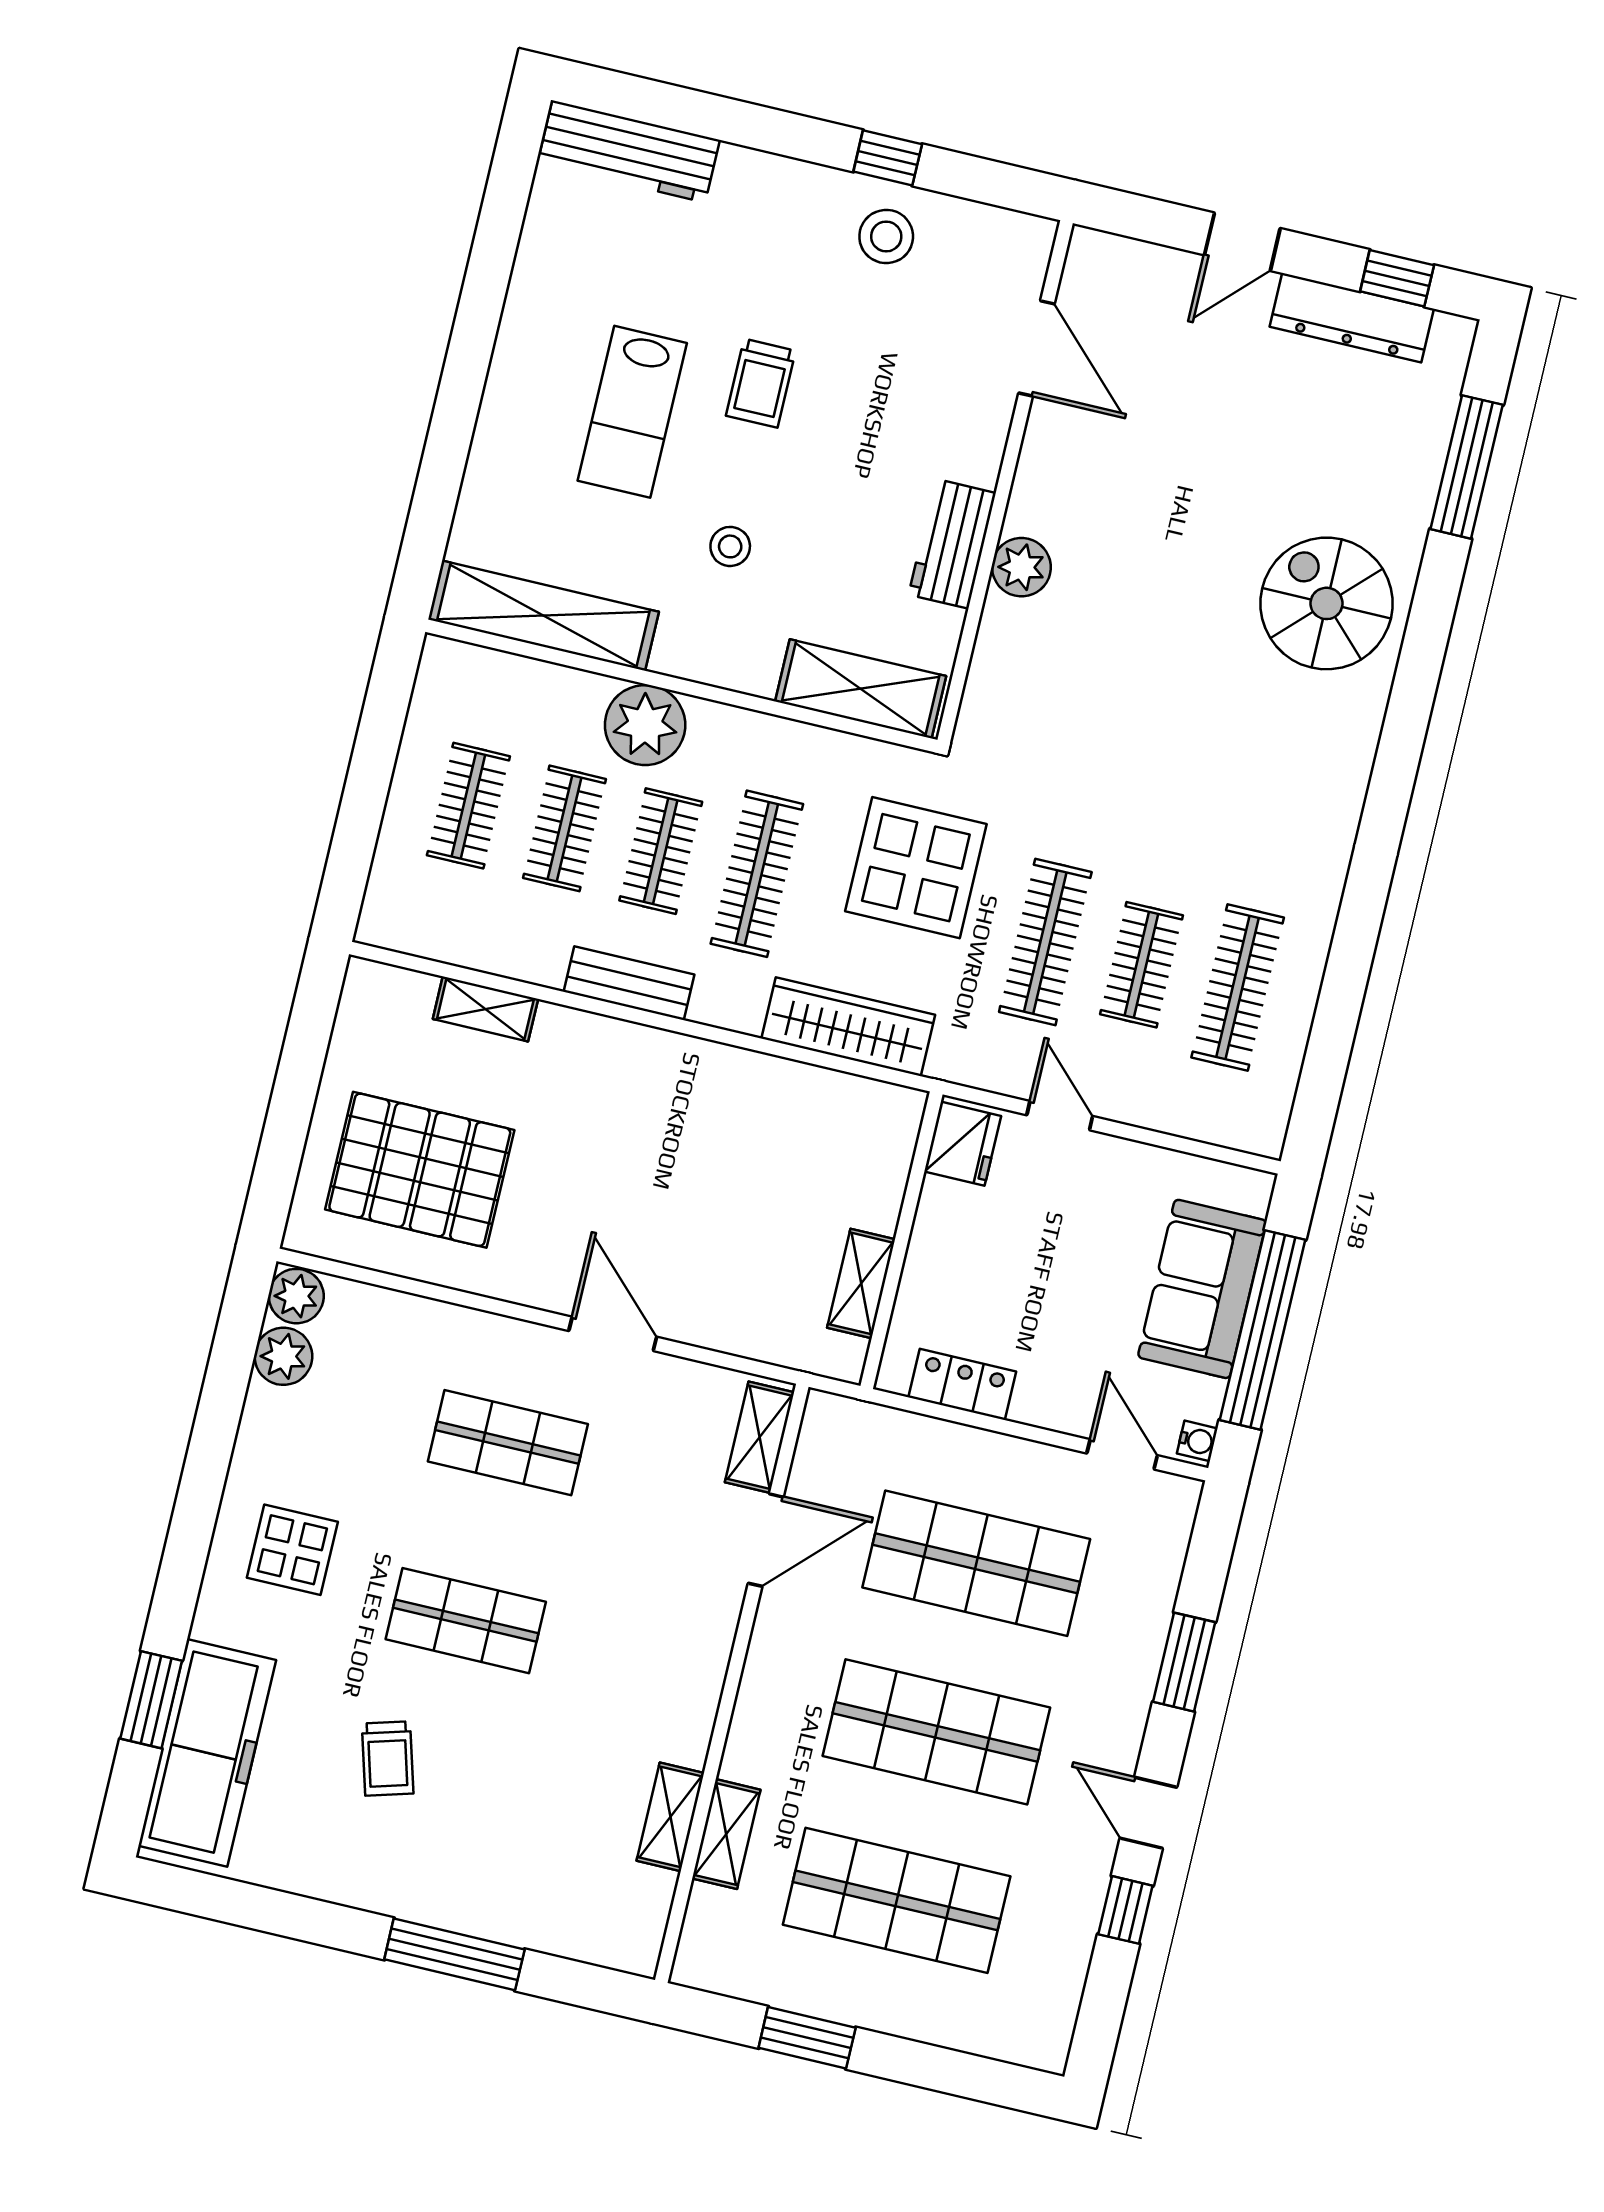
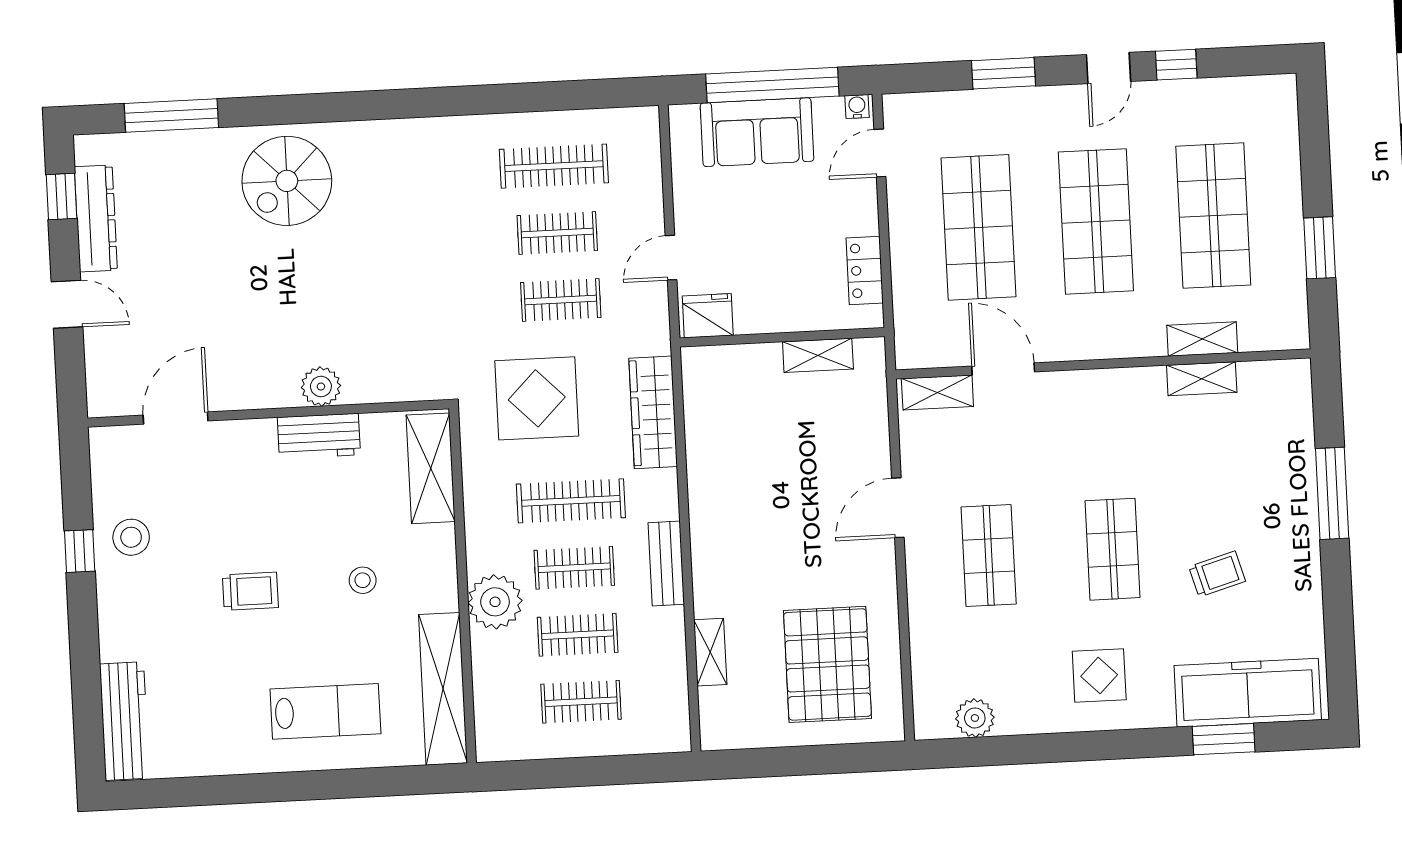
lab bench: (632, 412) -> (325, 711), moved
clothes rail: (1045, 942) -> (561, 300), width x0.73
plant: (296, 1296) -> (933, 721), removed

